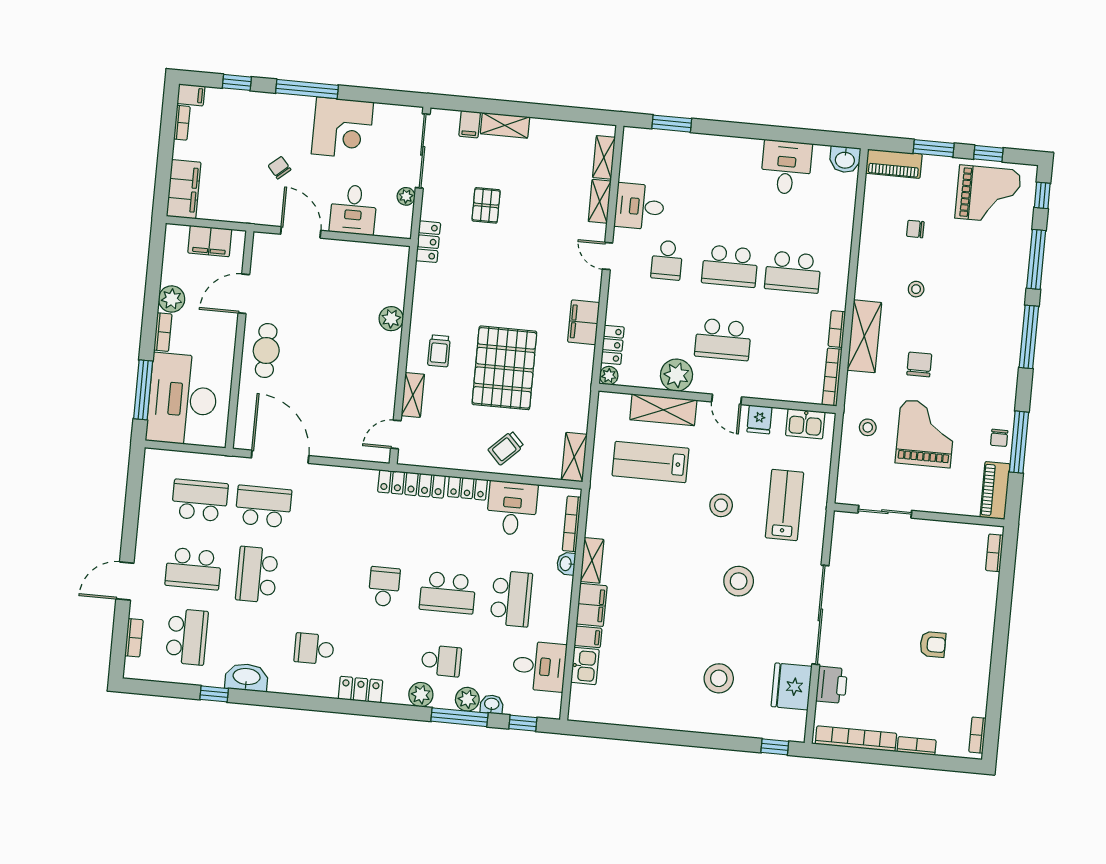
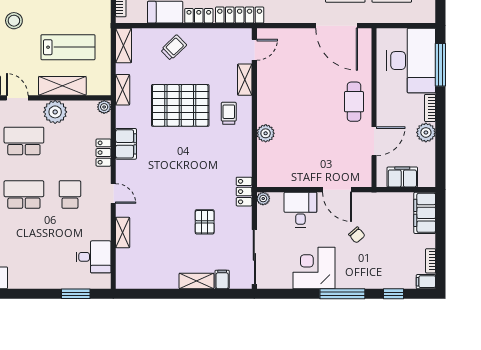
shelving: (604, 157) -> (123, 90), moved
plant: (406, 196) -> (263, 199), moved
desk: (640, 206) -> (93, 257), moved
locker: (613, 345) -> (103, 153), moved
pallet: (504, 368) -> (180, 105), turned 90

